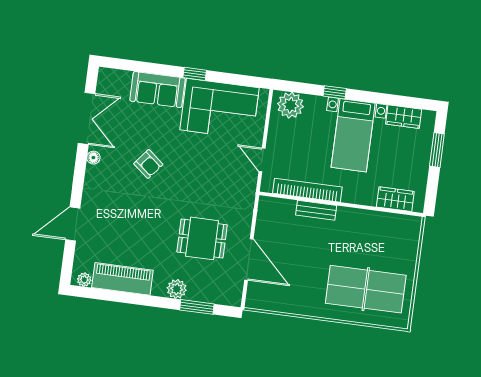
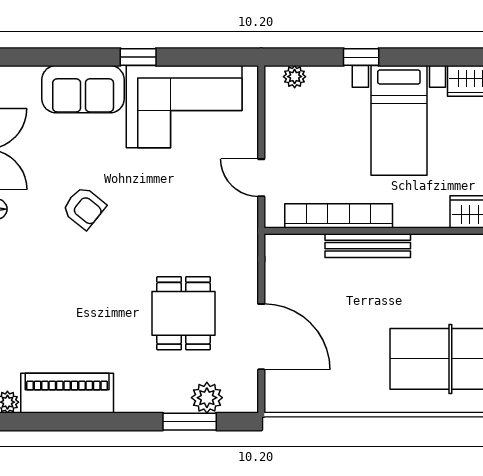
plant: (290, 105) -> (295, 77), width x0.53, depth x0.53
bench: (316, 210) -> (368, 246), width x1.36
dining table: (202, 238) -> (184, 313), turned 90
plant: (177, 289) -> (207, 398), moved

